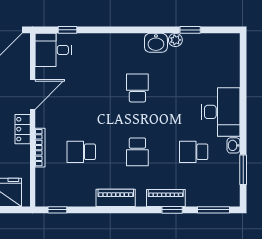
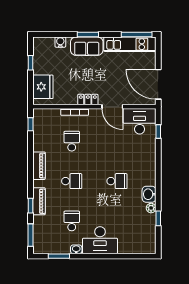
desk: (53, 50) -> (140, 121), width x1.37
school desk: (137, 152) -> (72, 181), turned 180

